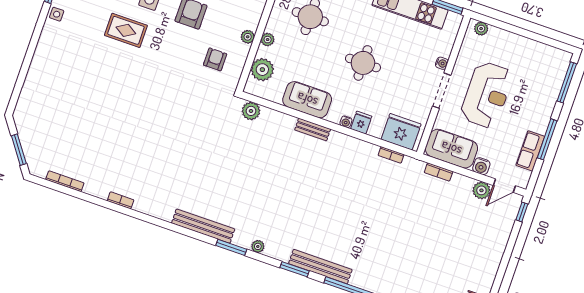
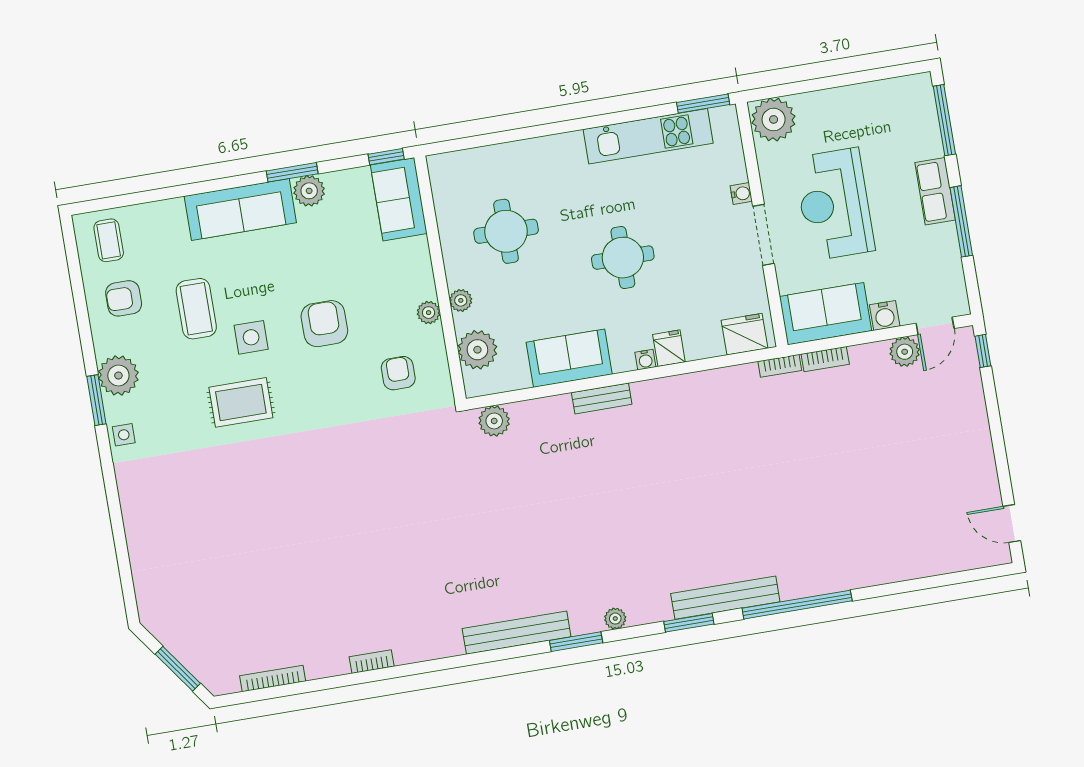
plant: (481, 29) -> (774, 119), width x1.88, depth x1.88
reception desk: (487, 95) -> (834, 204), turned 180
fridge: (401, 132) -> (744, 334), width x0.73, depth x0.75
row of seats: (530, 151) -> (935, 191), moved
bookcase: (391, 155) -> (780, 366), moved

